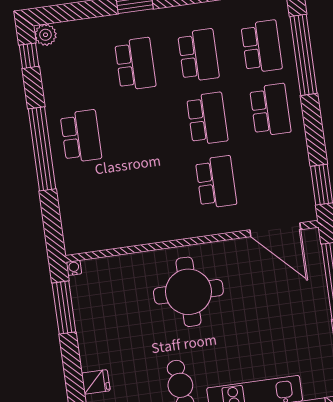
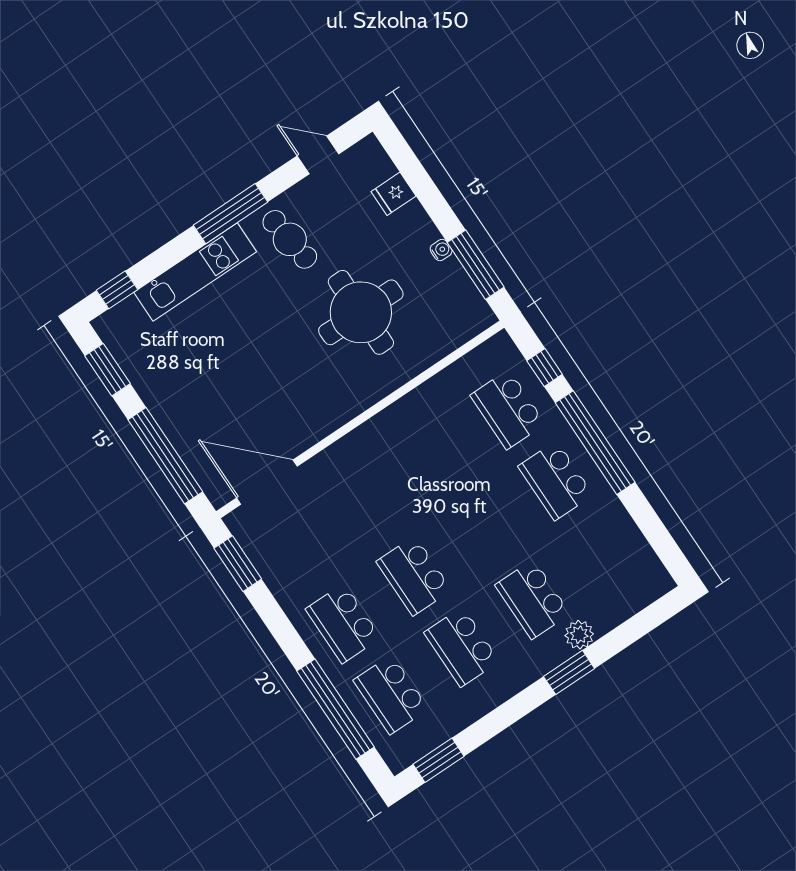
plant: (46, 35) -> (579, 635), moved
window: (29, 56) -> (545, 367), moved
school desk: (216, 182) -> (508, 410), moved
water cooler: (74, 268) -> (441, 250), moved, turned -90
round table: (188, 292) -> (361, 312), moved

